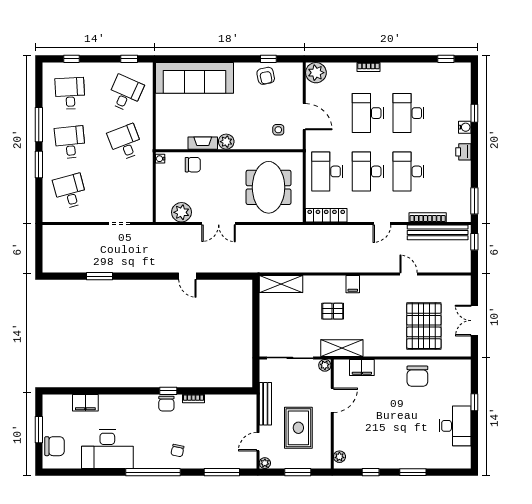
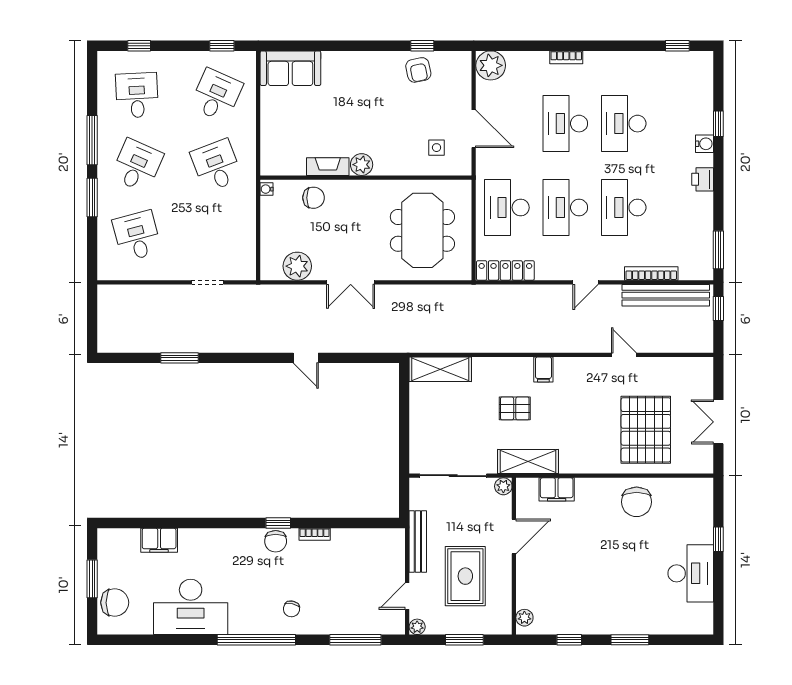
sofa: (195, 78) -> (290, 68), width x0.54, depth x0.79
desk: (70, 142) -> (137, 166), turned 30

